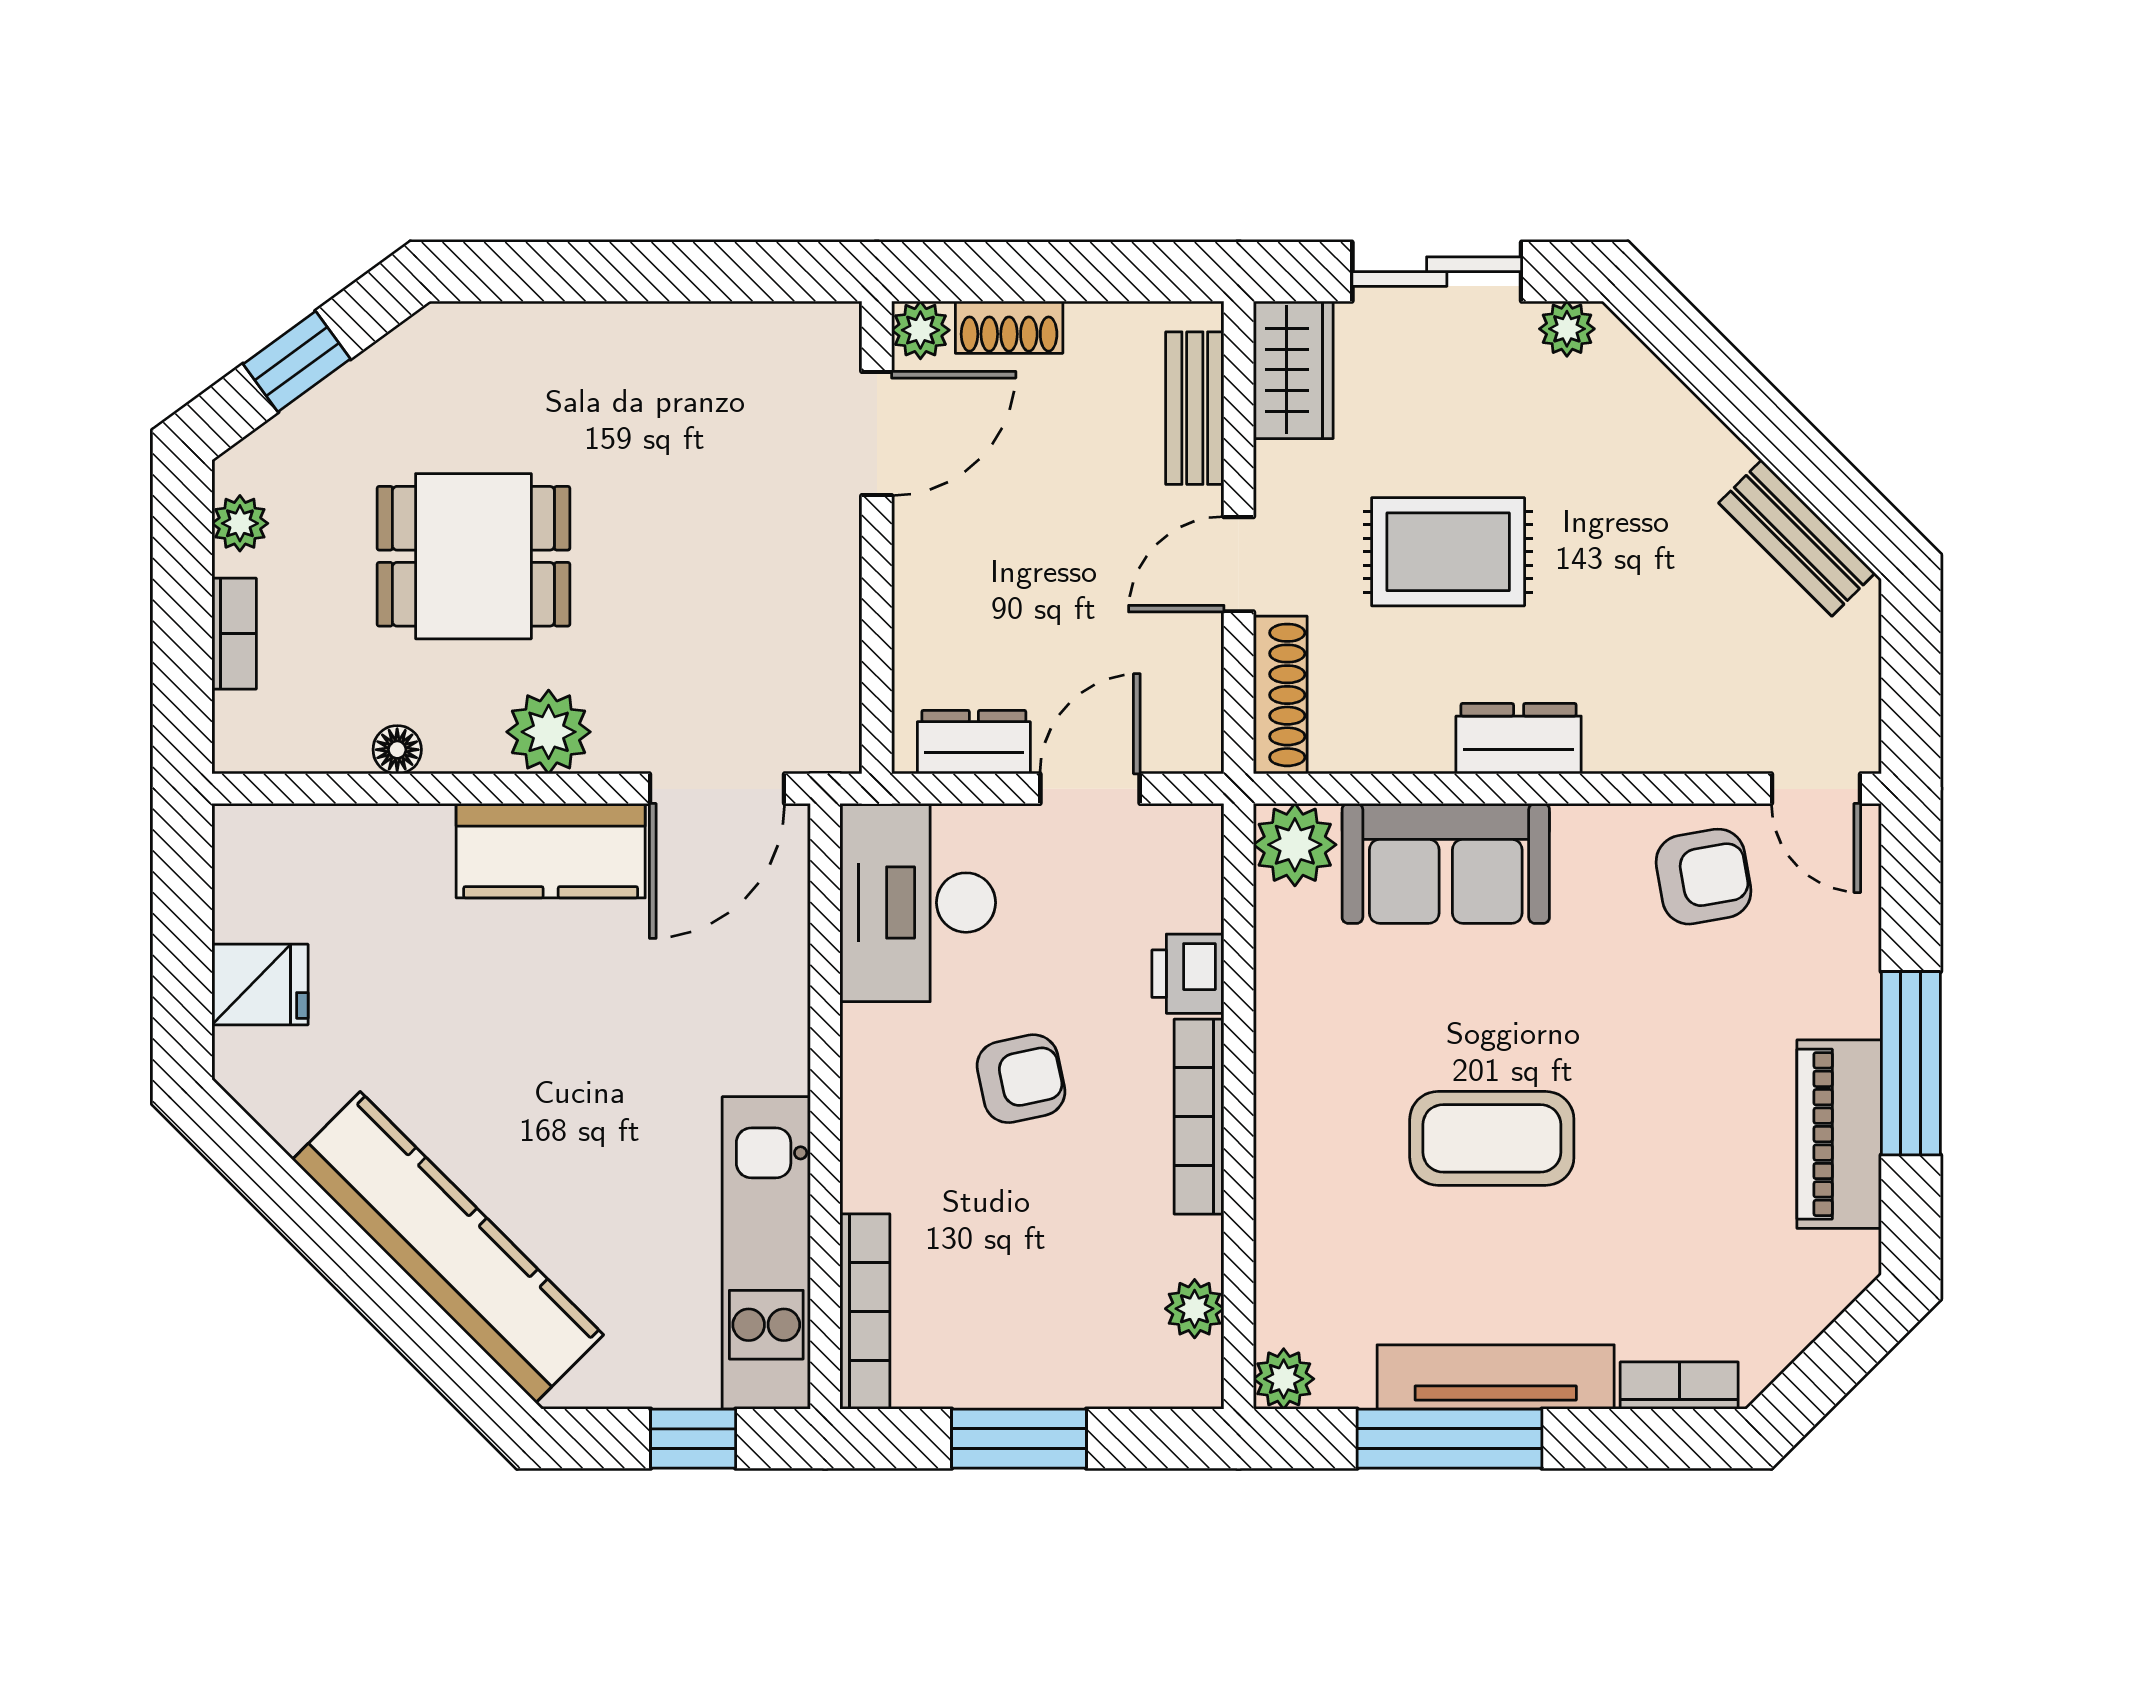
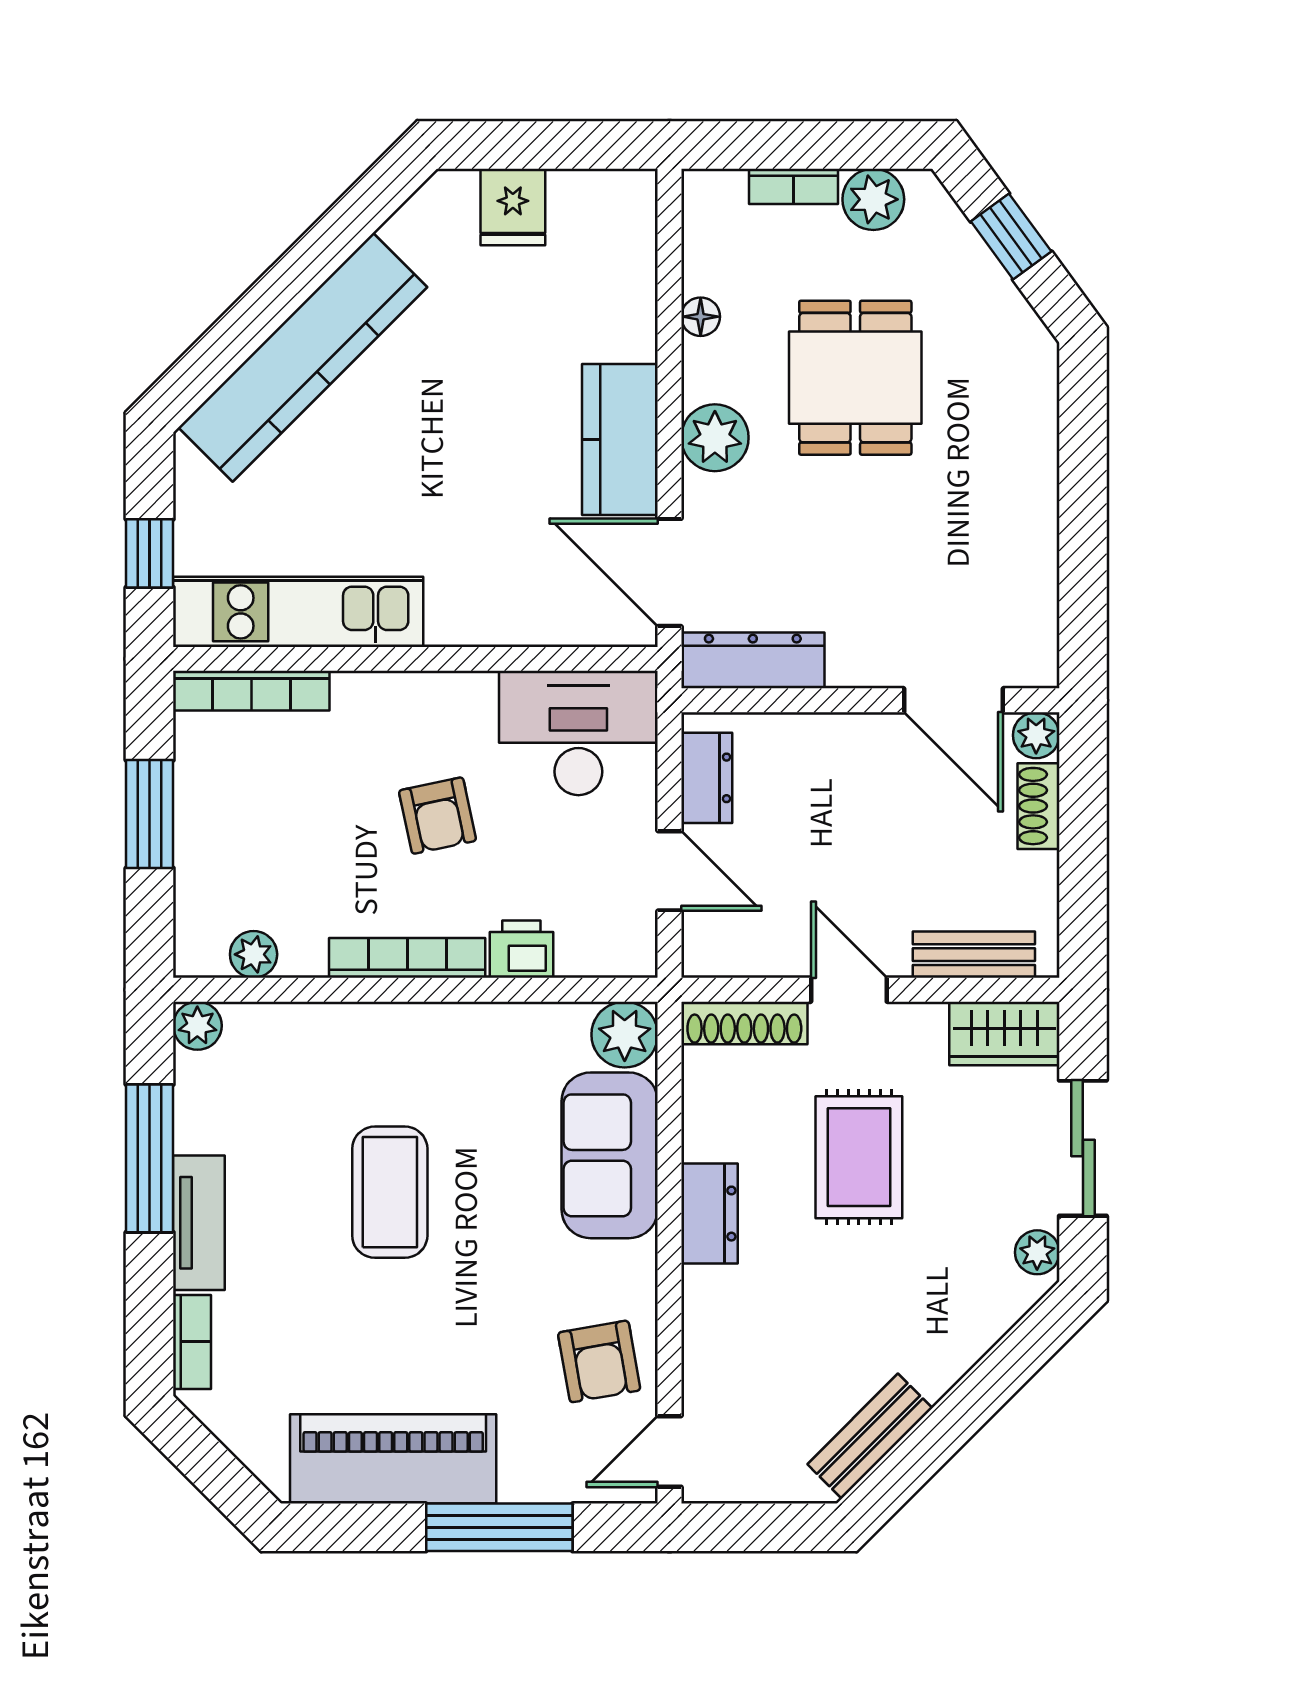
plant: (240, 523) -> (873, 199), width x1.38, depth x1.38
dresser: (827, 684) -> (753, 660), added
window: (1911, 1063) -> (499, 1527), moved
piano: (1839, 1134) -> (393, 1459), width x1.37, depth x1.33
tv unit: (1496, 1377) -> (199, 1223), width x0.71

